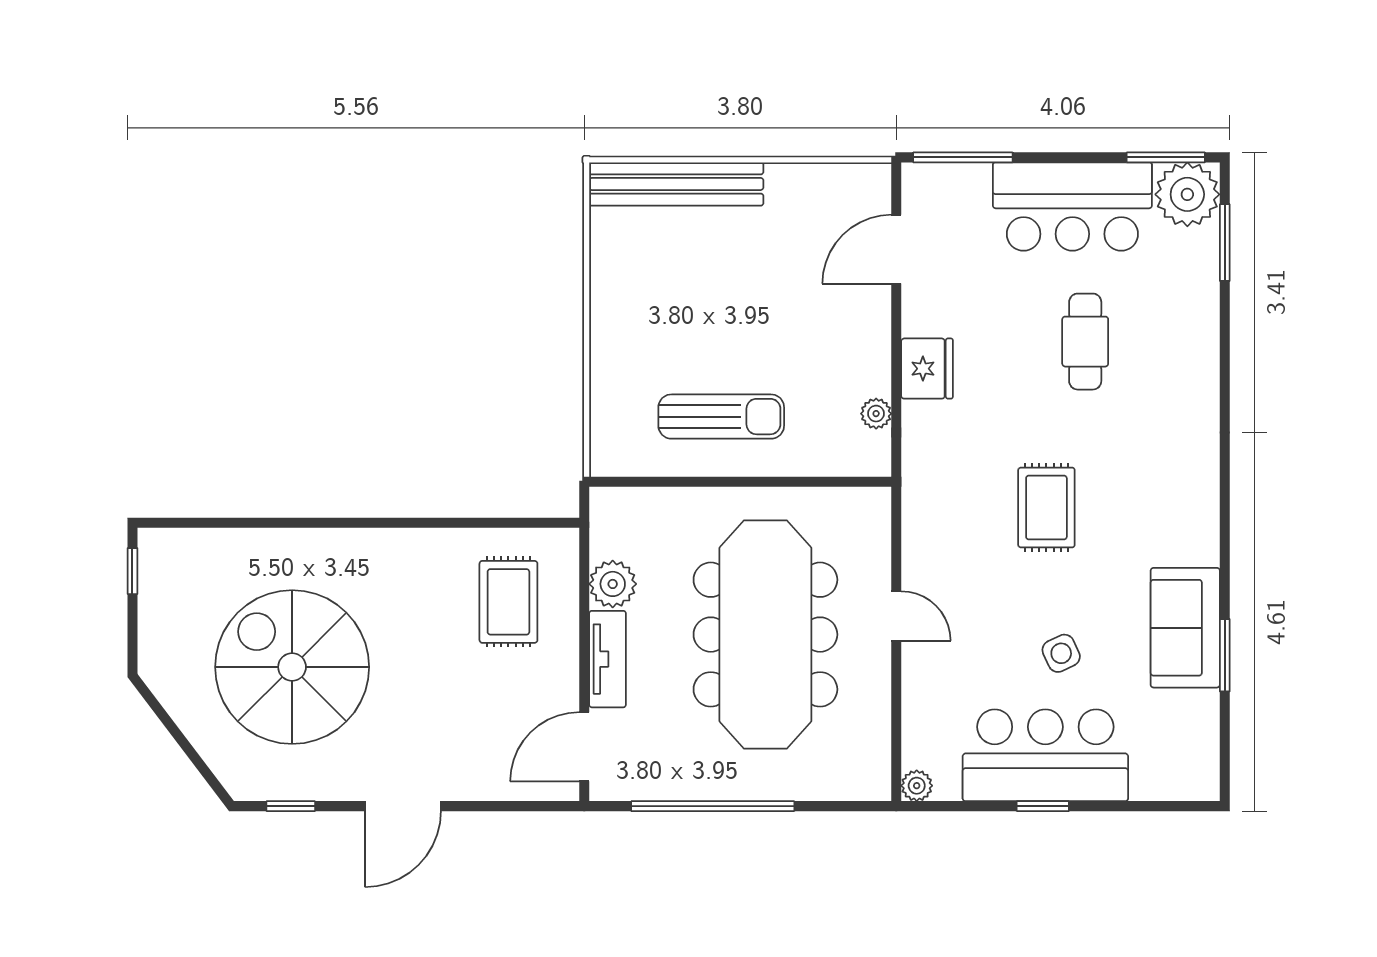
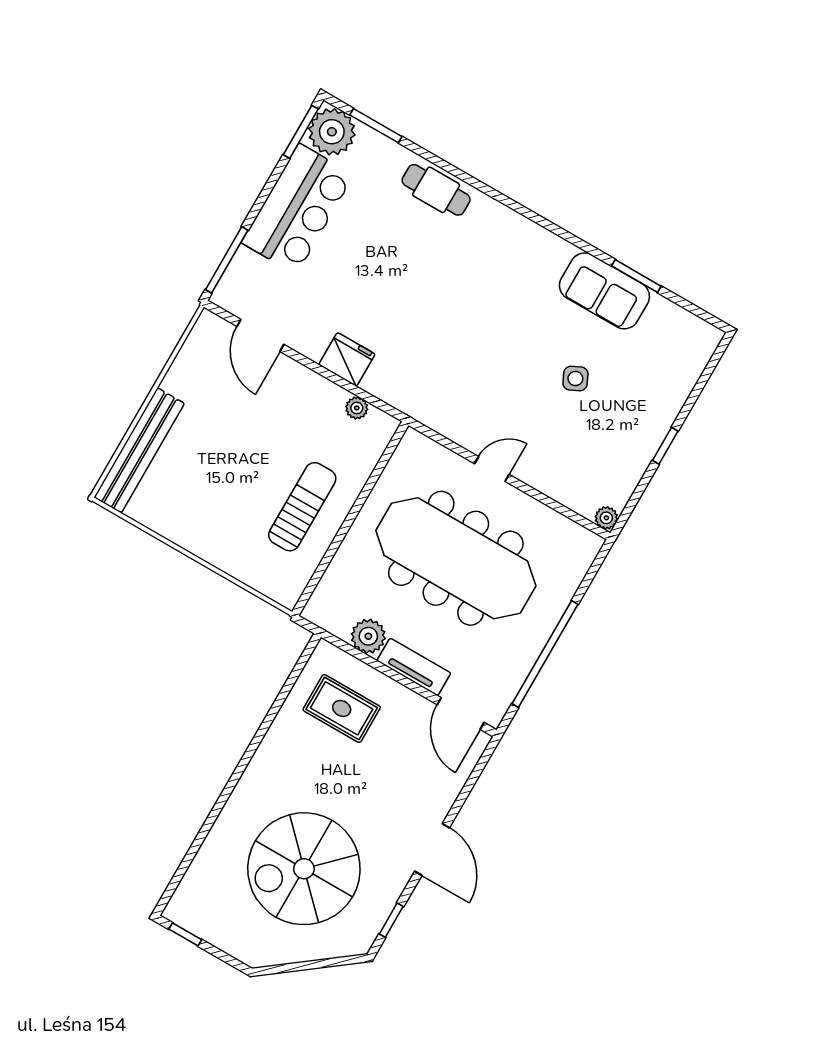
cafe table: (1085, 342) -> (436, 190), moved
rug: (1046, 508) -> (478, 335), removed
bar counter: (1045, 755) -> (634, 426), removed

